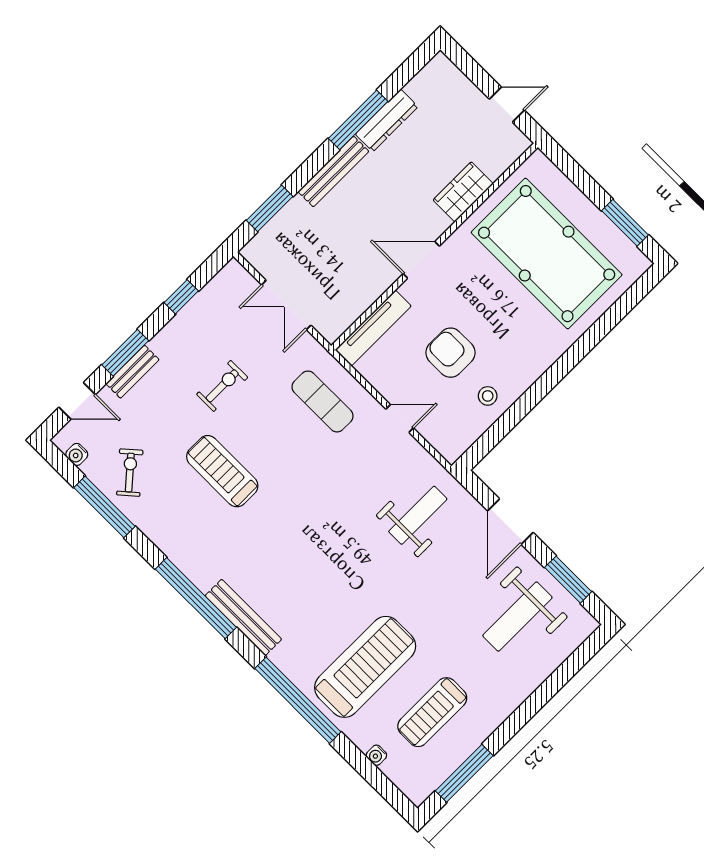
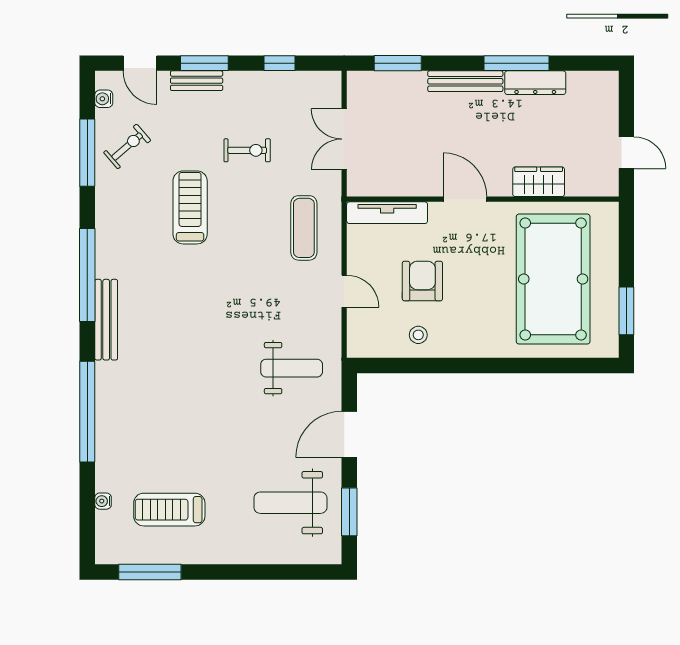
treadmill: (365, 667) -> (155, 434), removed

